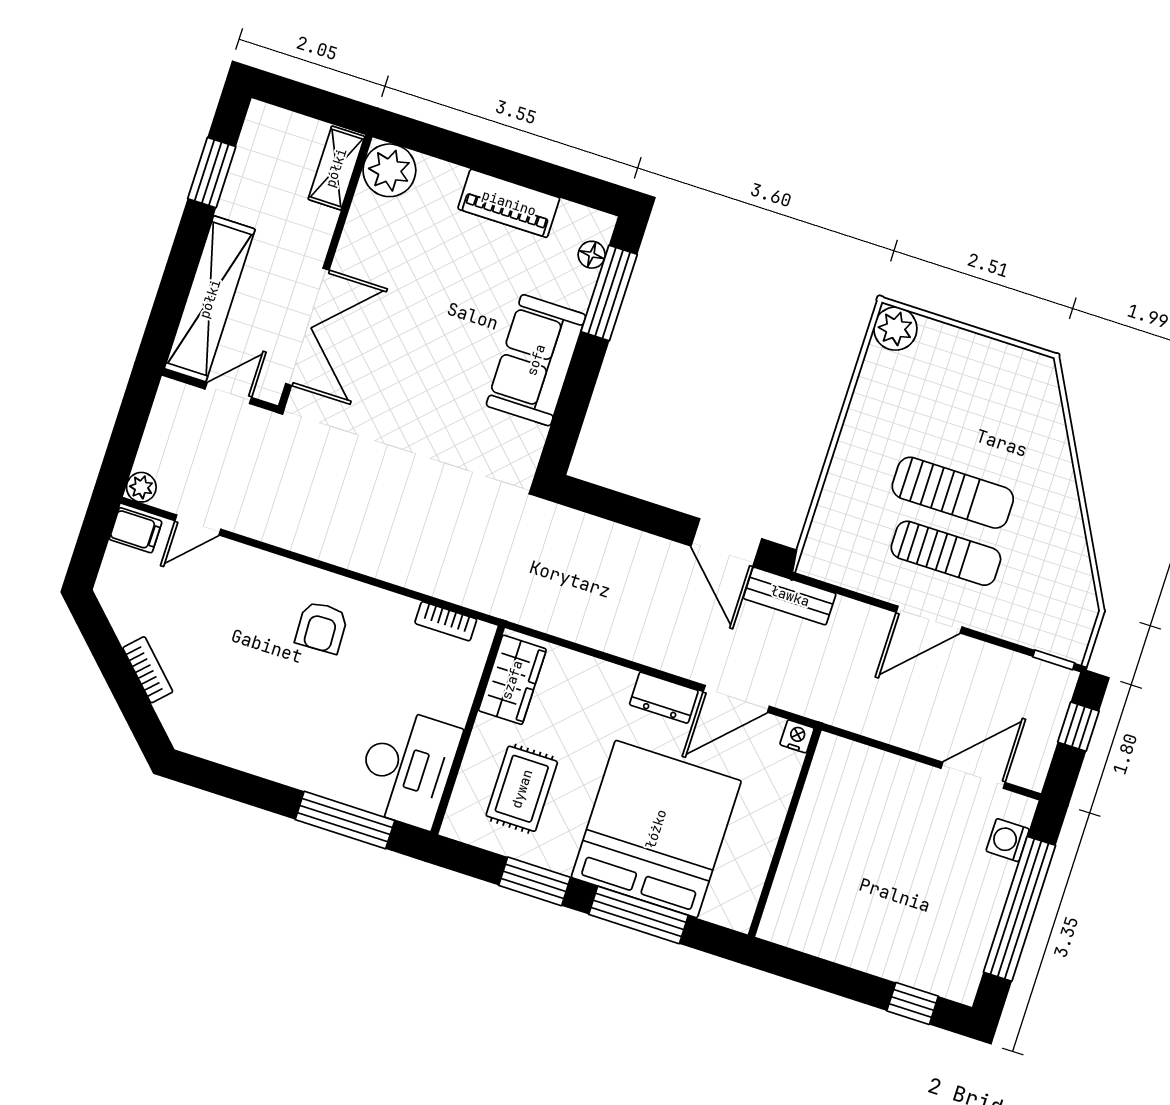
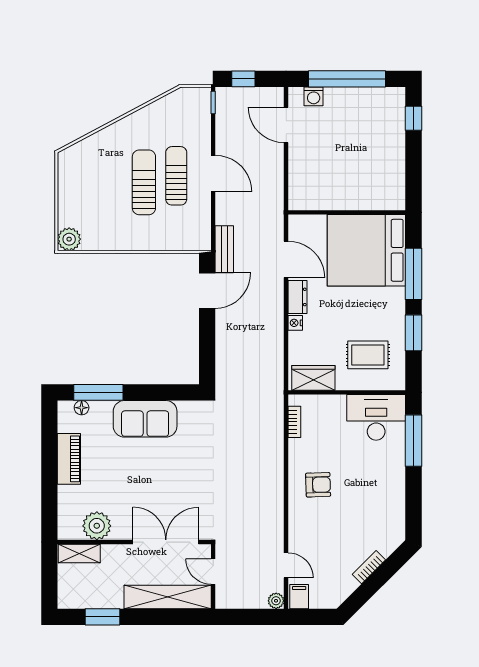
plant: (389, 170) -> (97, 526), moved
nightstand: (797, 736) -> (295, 323), moved
bed: (656, 829) -> (366, 250), moved

